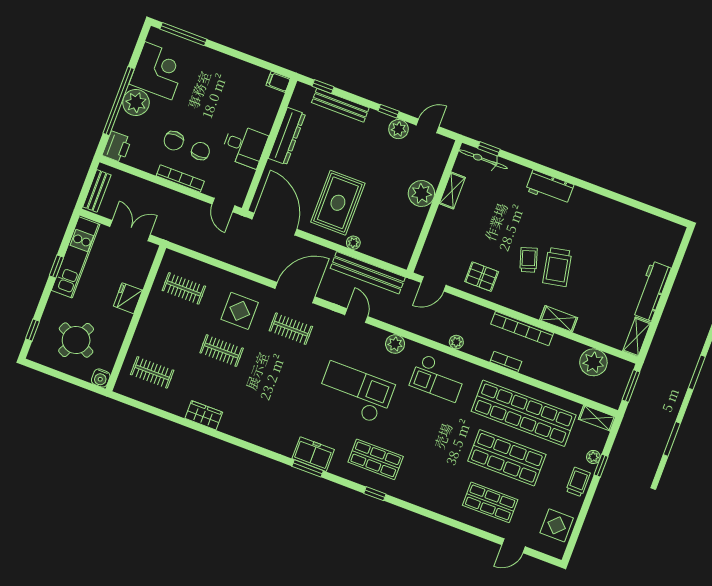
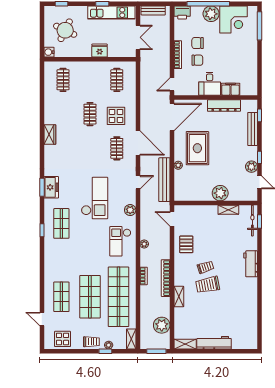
filing cabinet: (278, 82) -> (230, 89), moved, width x2.00
rug: (338, 203) -> (197, 148), turned 90
wardrobe: (204, 415) -> (50, 135), moved

